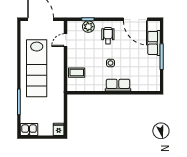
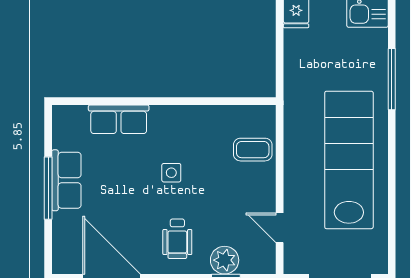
door: (65, 40) -> (280, 228), swing flipped
row of seats: (154, 43) -> (66, 180), moved
row of seats: (118, 85) -> (119, 119), moved

